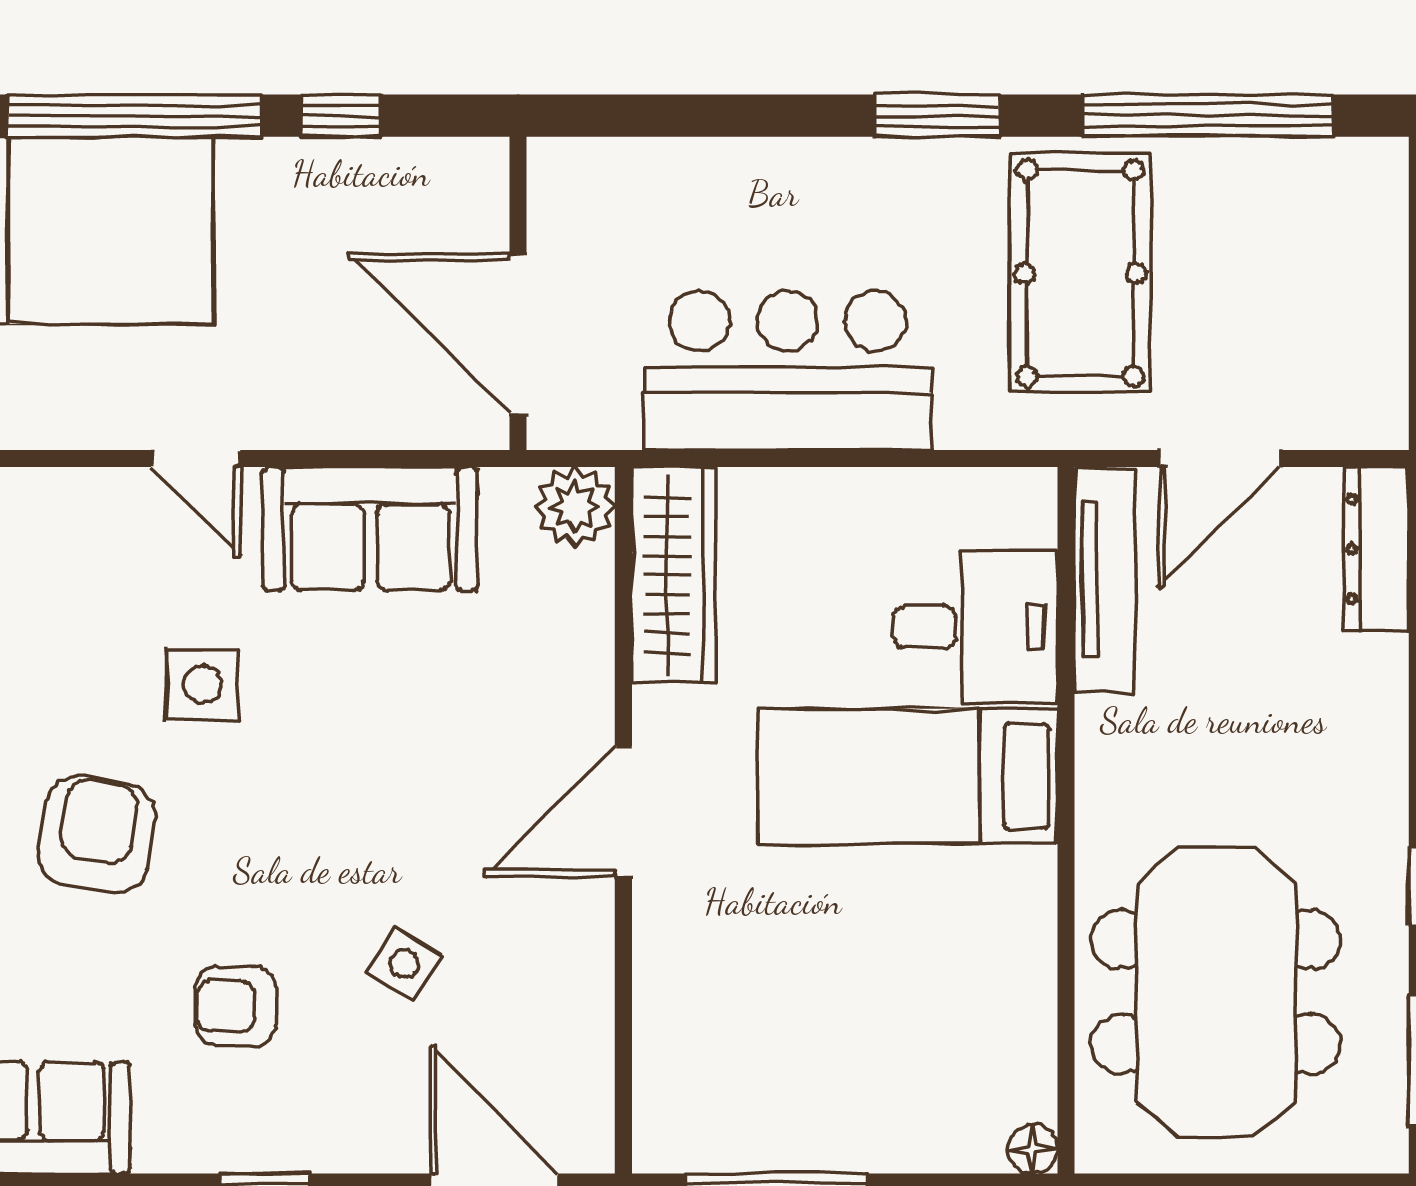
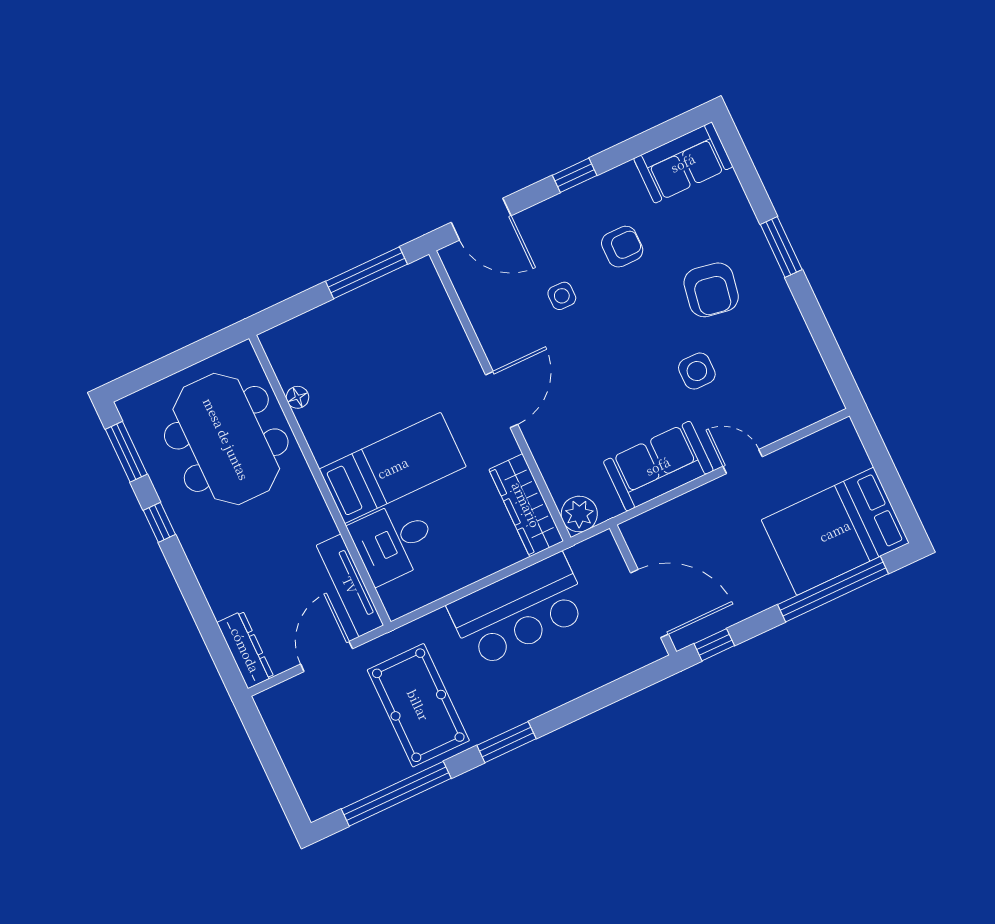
window: (341, 116) -> (714, 645), moved
door: (518, 334) -> (649, 604), moved
side table: (404, 964) -> (562, 296), turned -32
floor lamp: (1033, 1149) -> (298, 397), moved

